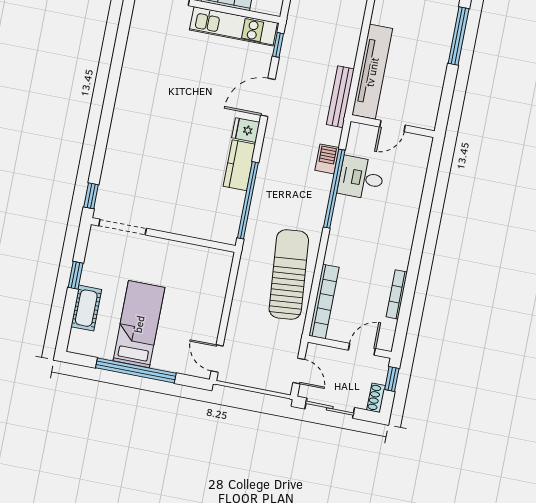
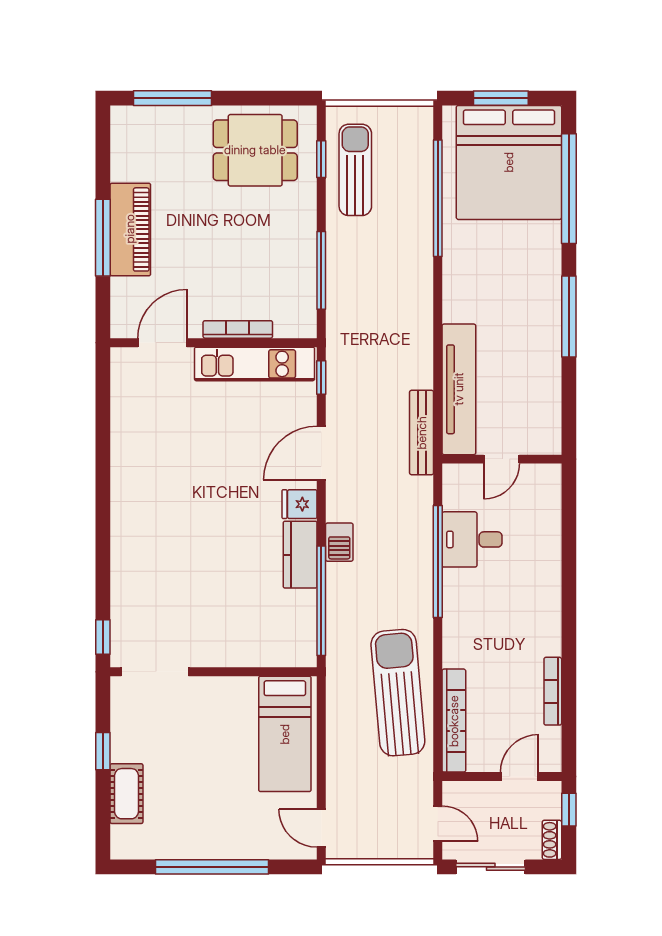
barbecue: (327, 159) -> (339, 542), moved, turned 180
bed: (139, 324) -> (285, 734), moved, turned 180

